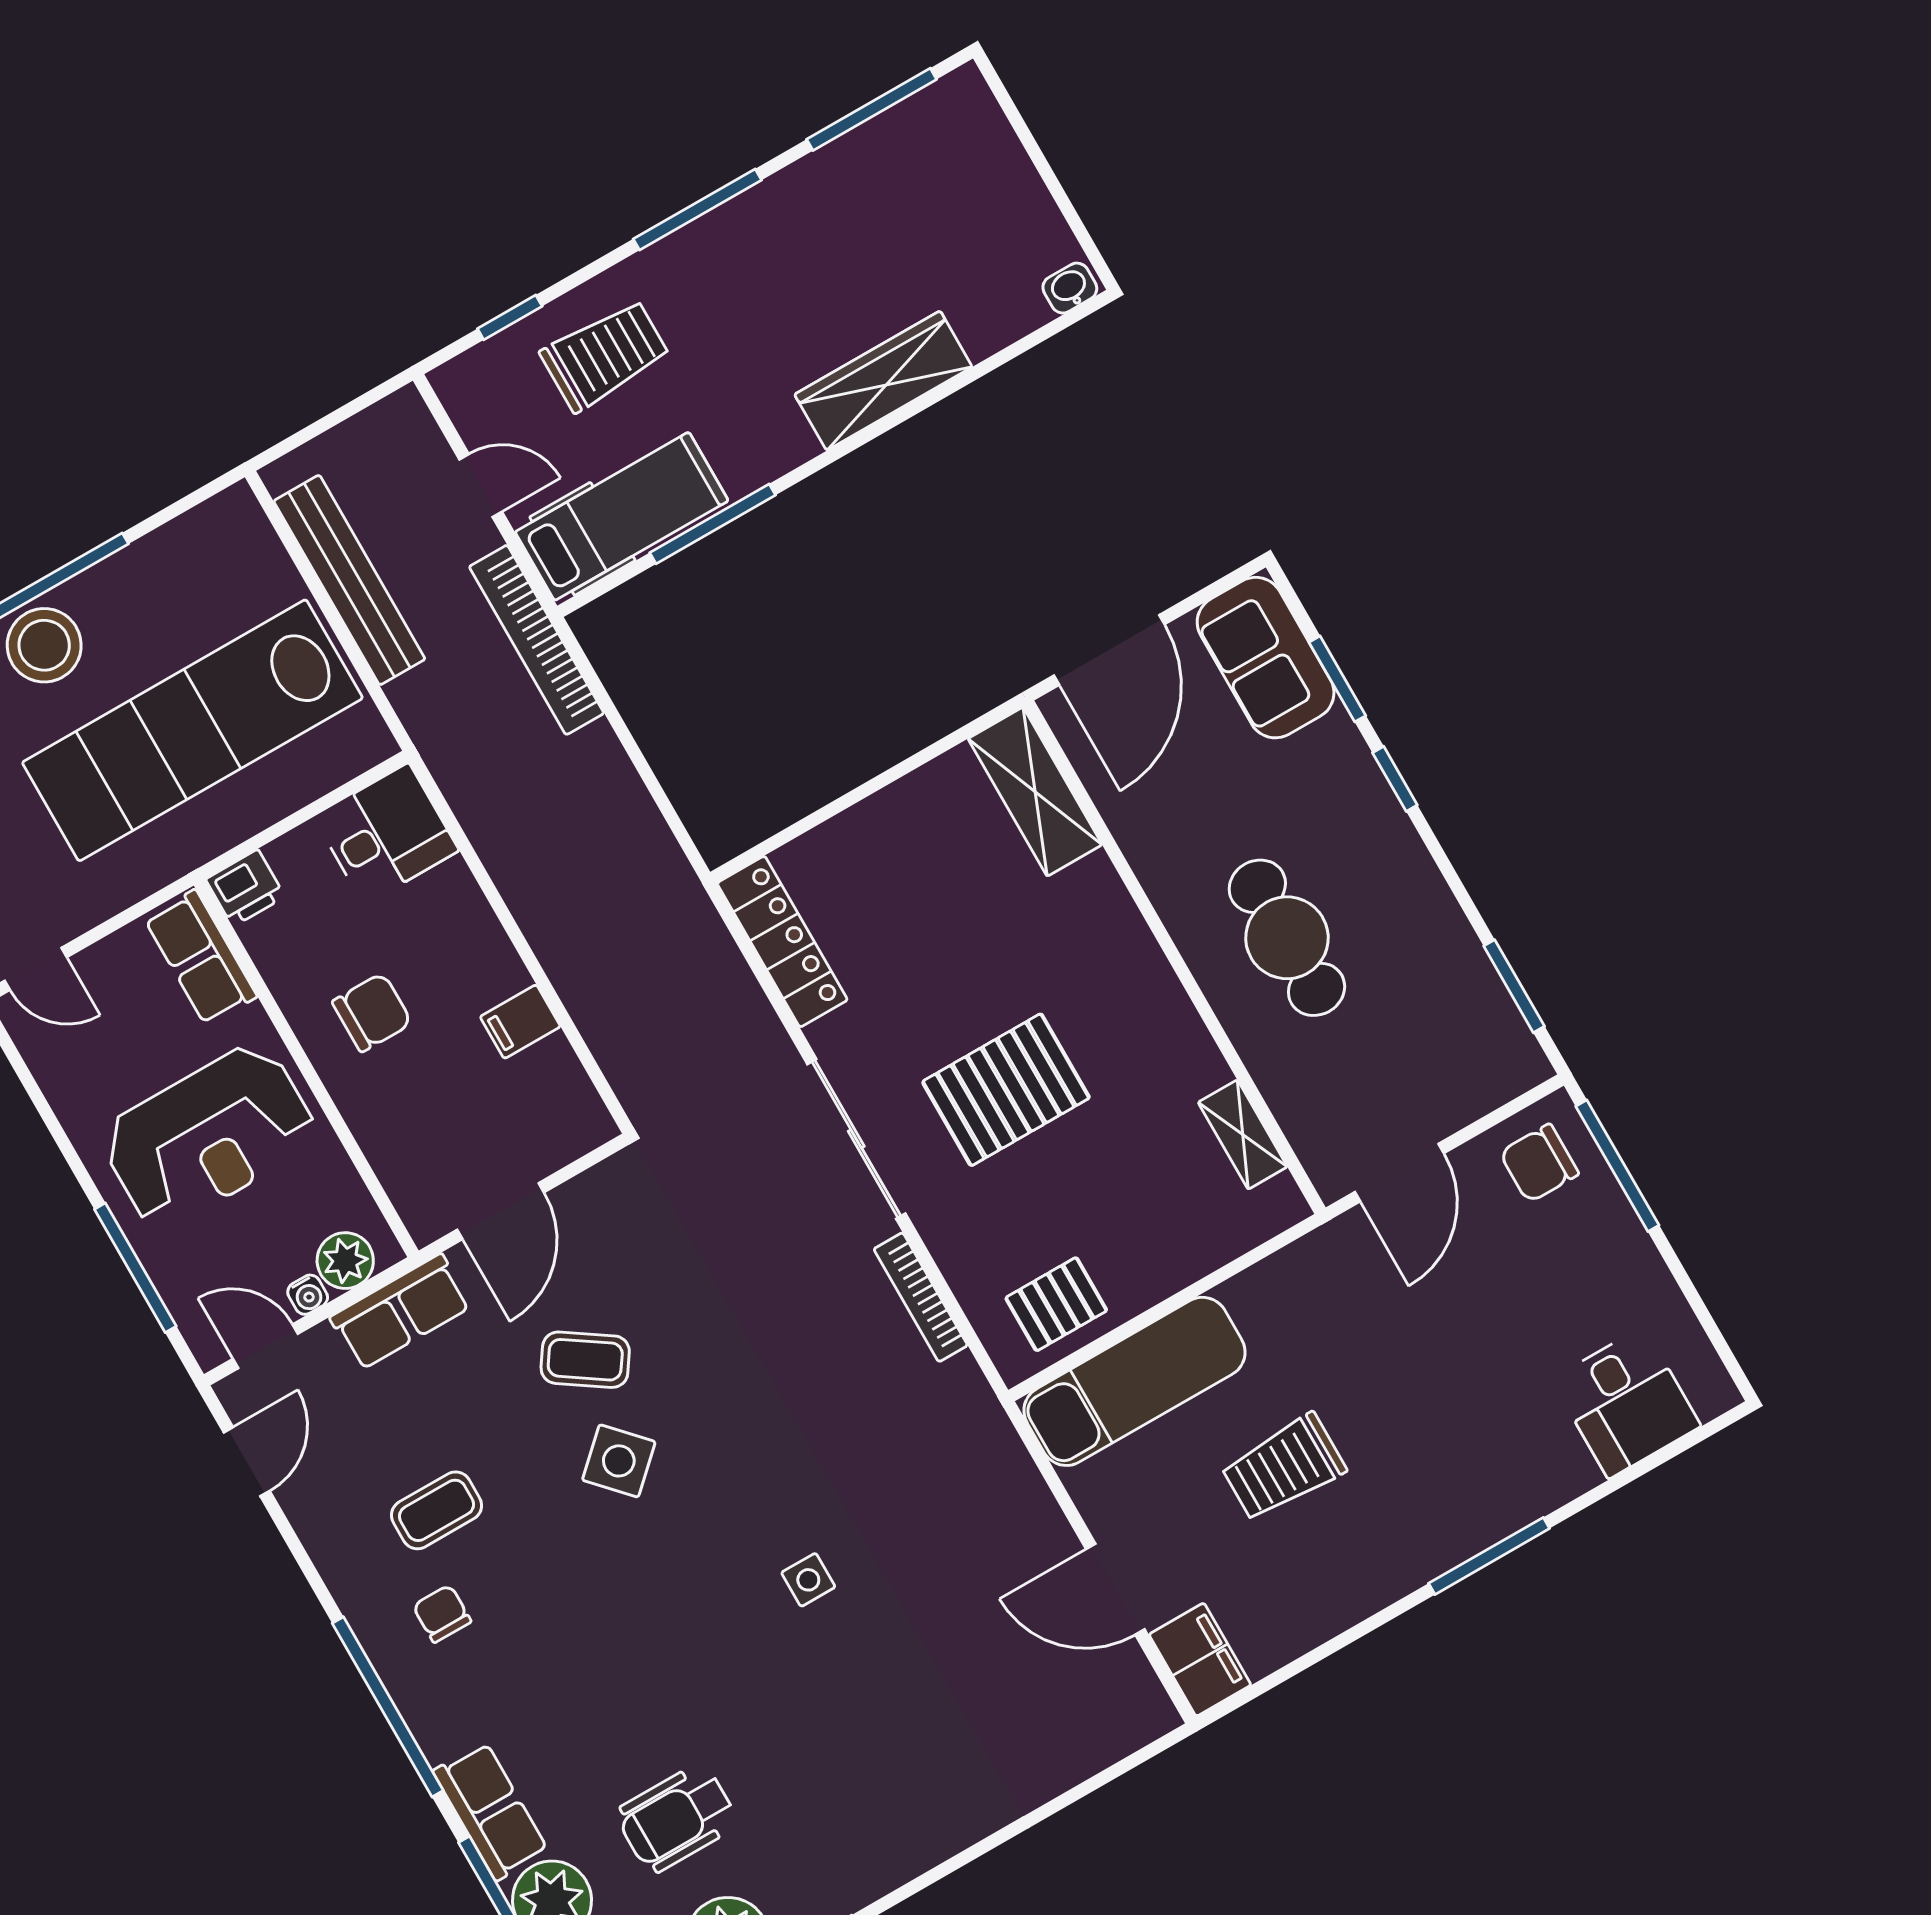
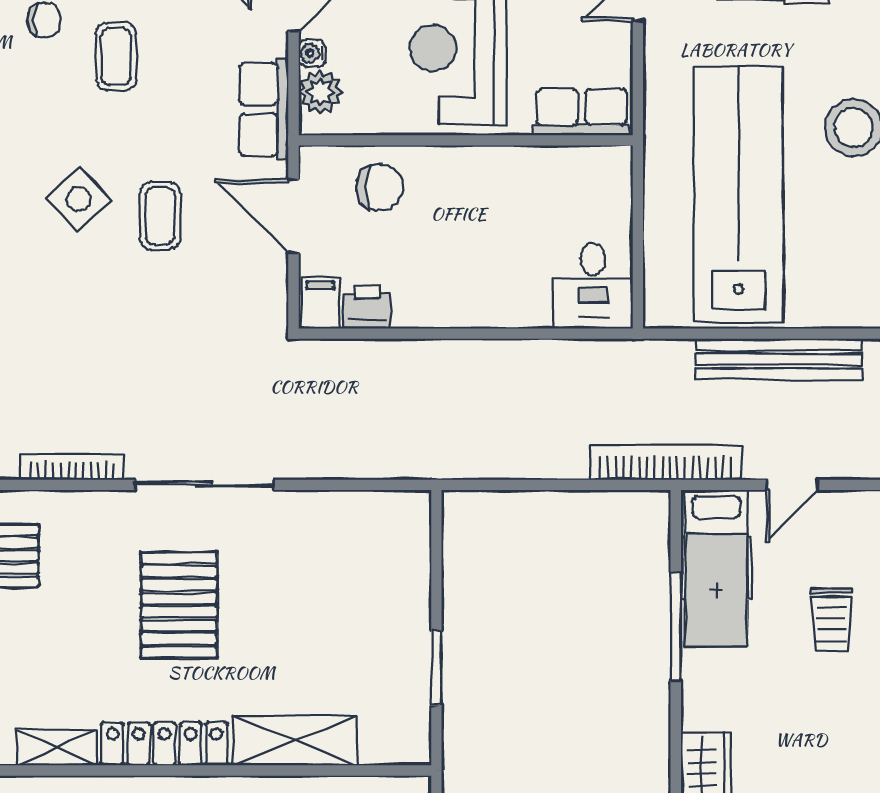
trolley: (605, 355) -> (832, 620), width x0.73, depth x0.72
window: (911, 764) -> (436, 668), added
shelving: (1035, 792) -> (295, 741), moved
printer: (245, 888) -> (367, 307), moved, turned 90
locker: (782, 942) -> (164, 744), moved, turned 180
chair: (372, 1012) -> (380, 187), moved, turned -90
filing cabinet: (520, 1022) -> (320, 303), moved
coffee table: (585, 1360) -> (160, 216), turned -34

